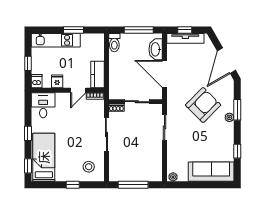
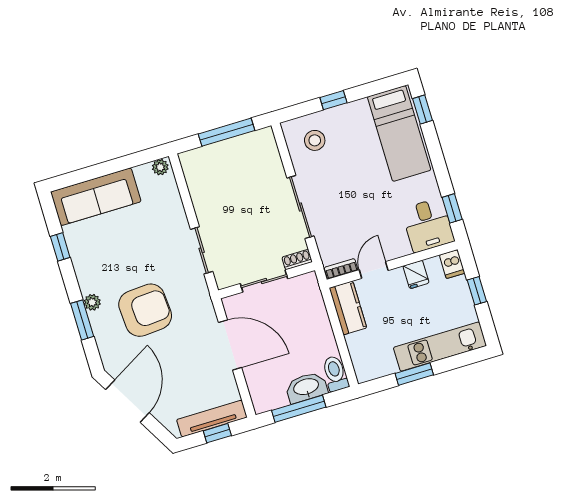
washbasin: (156, 49) -> (306, 387), moved, turned -90
armchair: (203, 105) -> (145, 310), turned -139
window: (28, 133) -> (452, 208), moved

